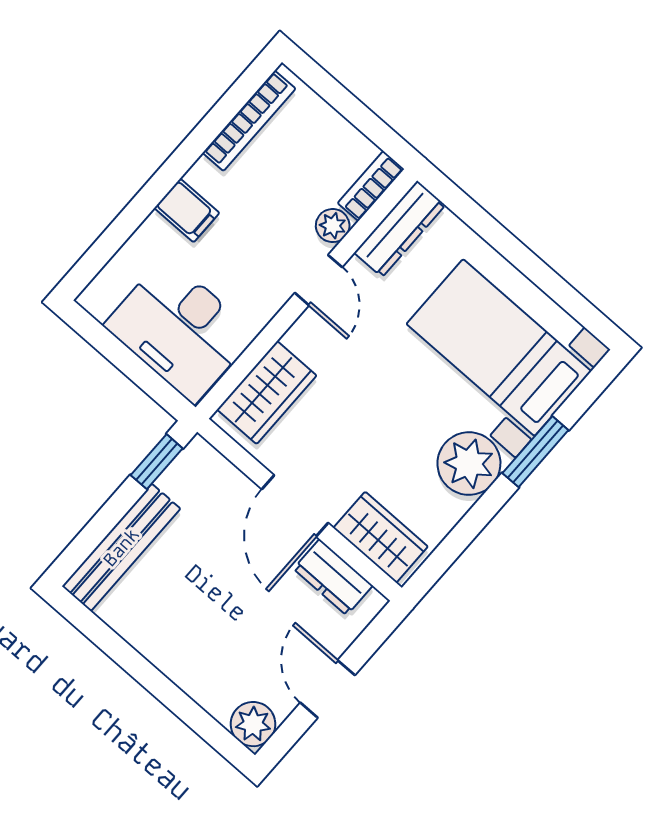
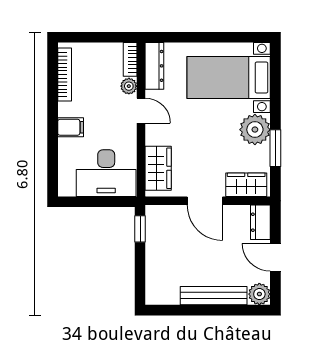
window: (535, 452) -> (275, 148), moved
bench: (121, 547) -> (214, 296), moved, turned 90
dresser: (333, 577) -> (260, 222), moved, turned 90

